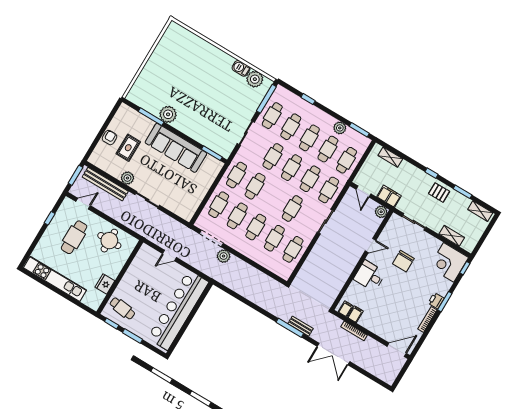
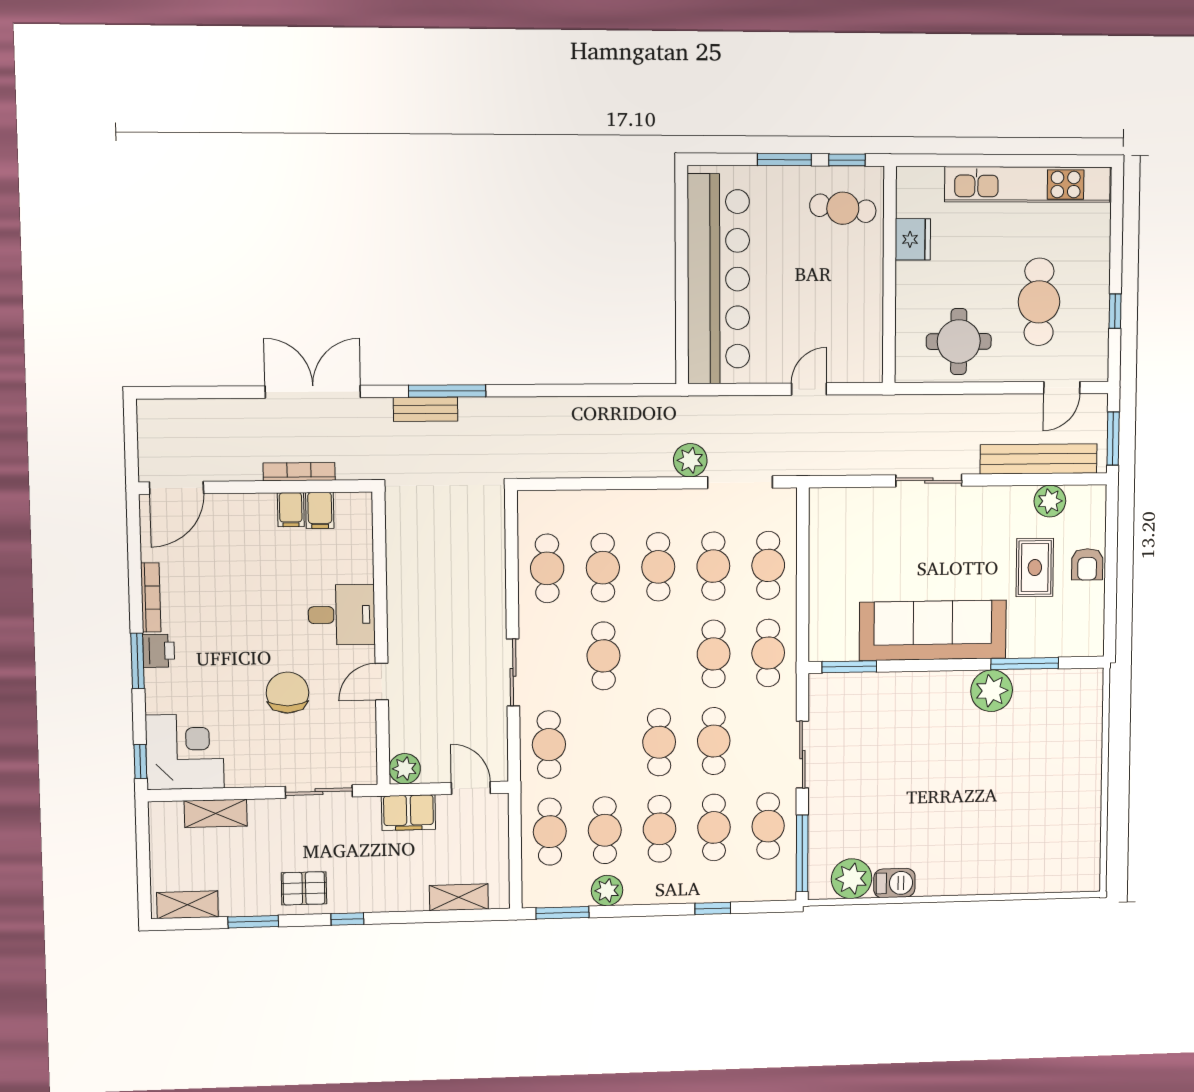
plant: (127, 178) -> (1050, 501), moved
cafe table: (310, 179) -> (604, 743), removed
filing cabinet: (346, 309) -> (291, 510), moved

